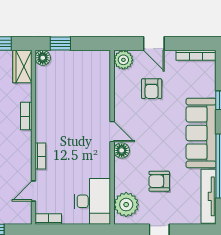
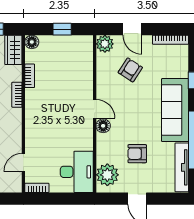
window: (60, 44) -> (62, 29), moved
armchair: (152, 89) -> (130, 70), turned -147
bookcase: (40, 156) -> (30, 76), moved

